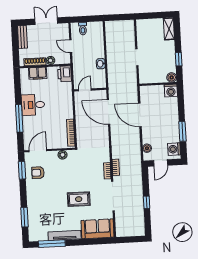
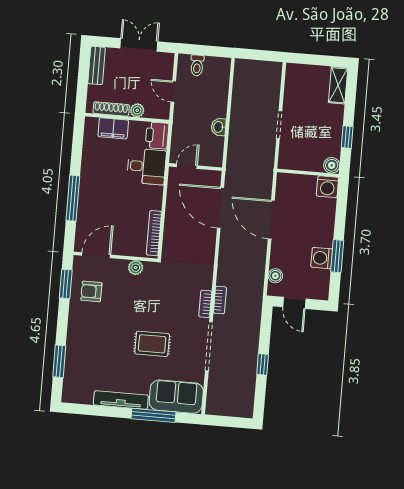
desk: (33, 105) -> (146, 167), moved, turned 180
washing machine: (174, 149) -> (322, 258), moved
door: (161, 163) -> (294, 303), hinge flipped
window: (52, 244) -> (153, 415), moved

